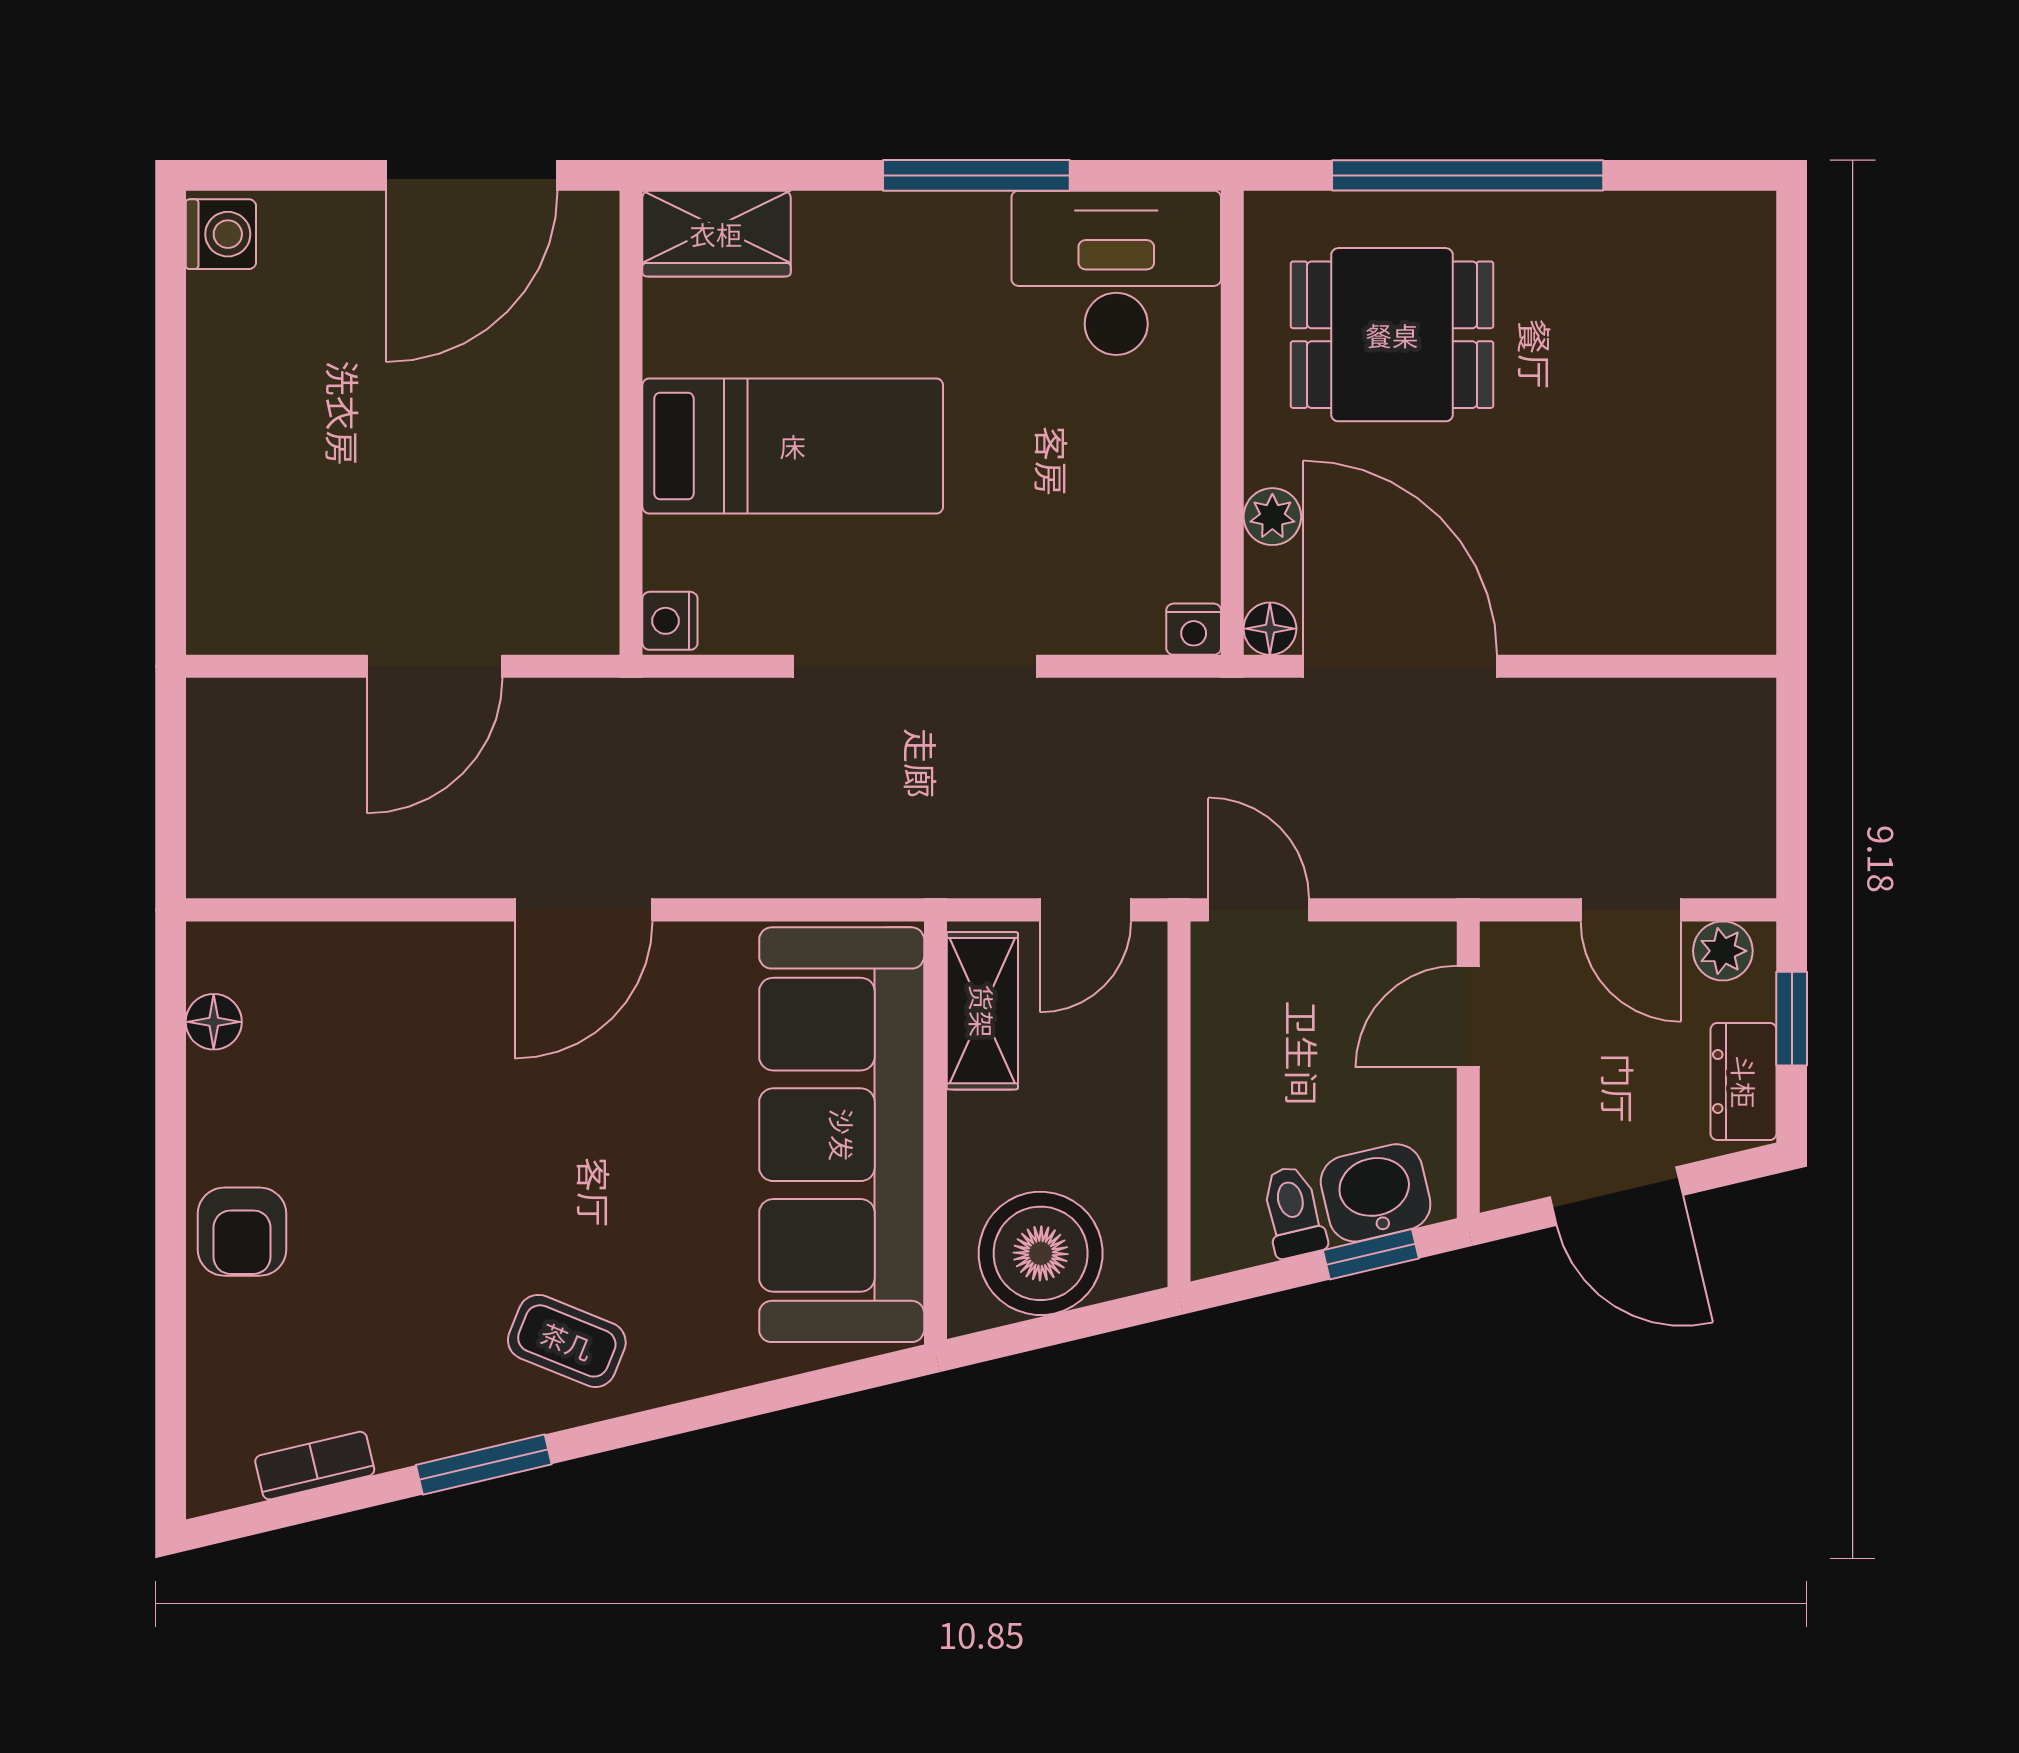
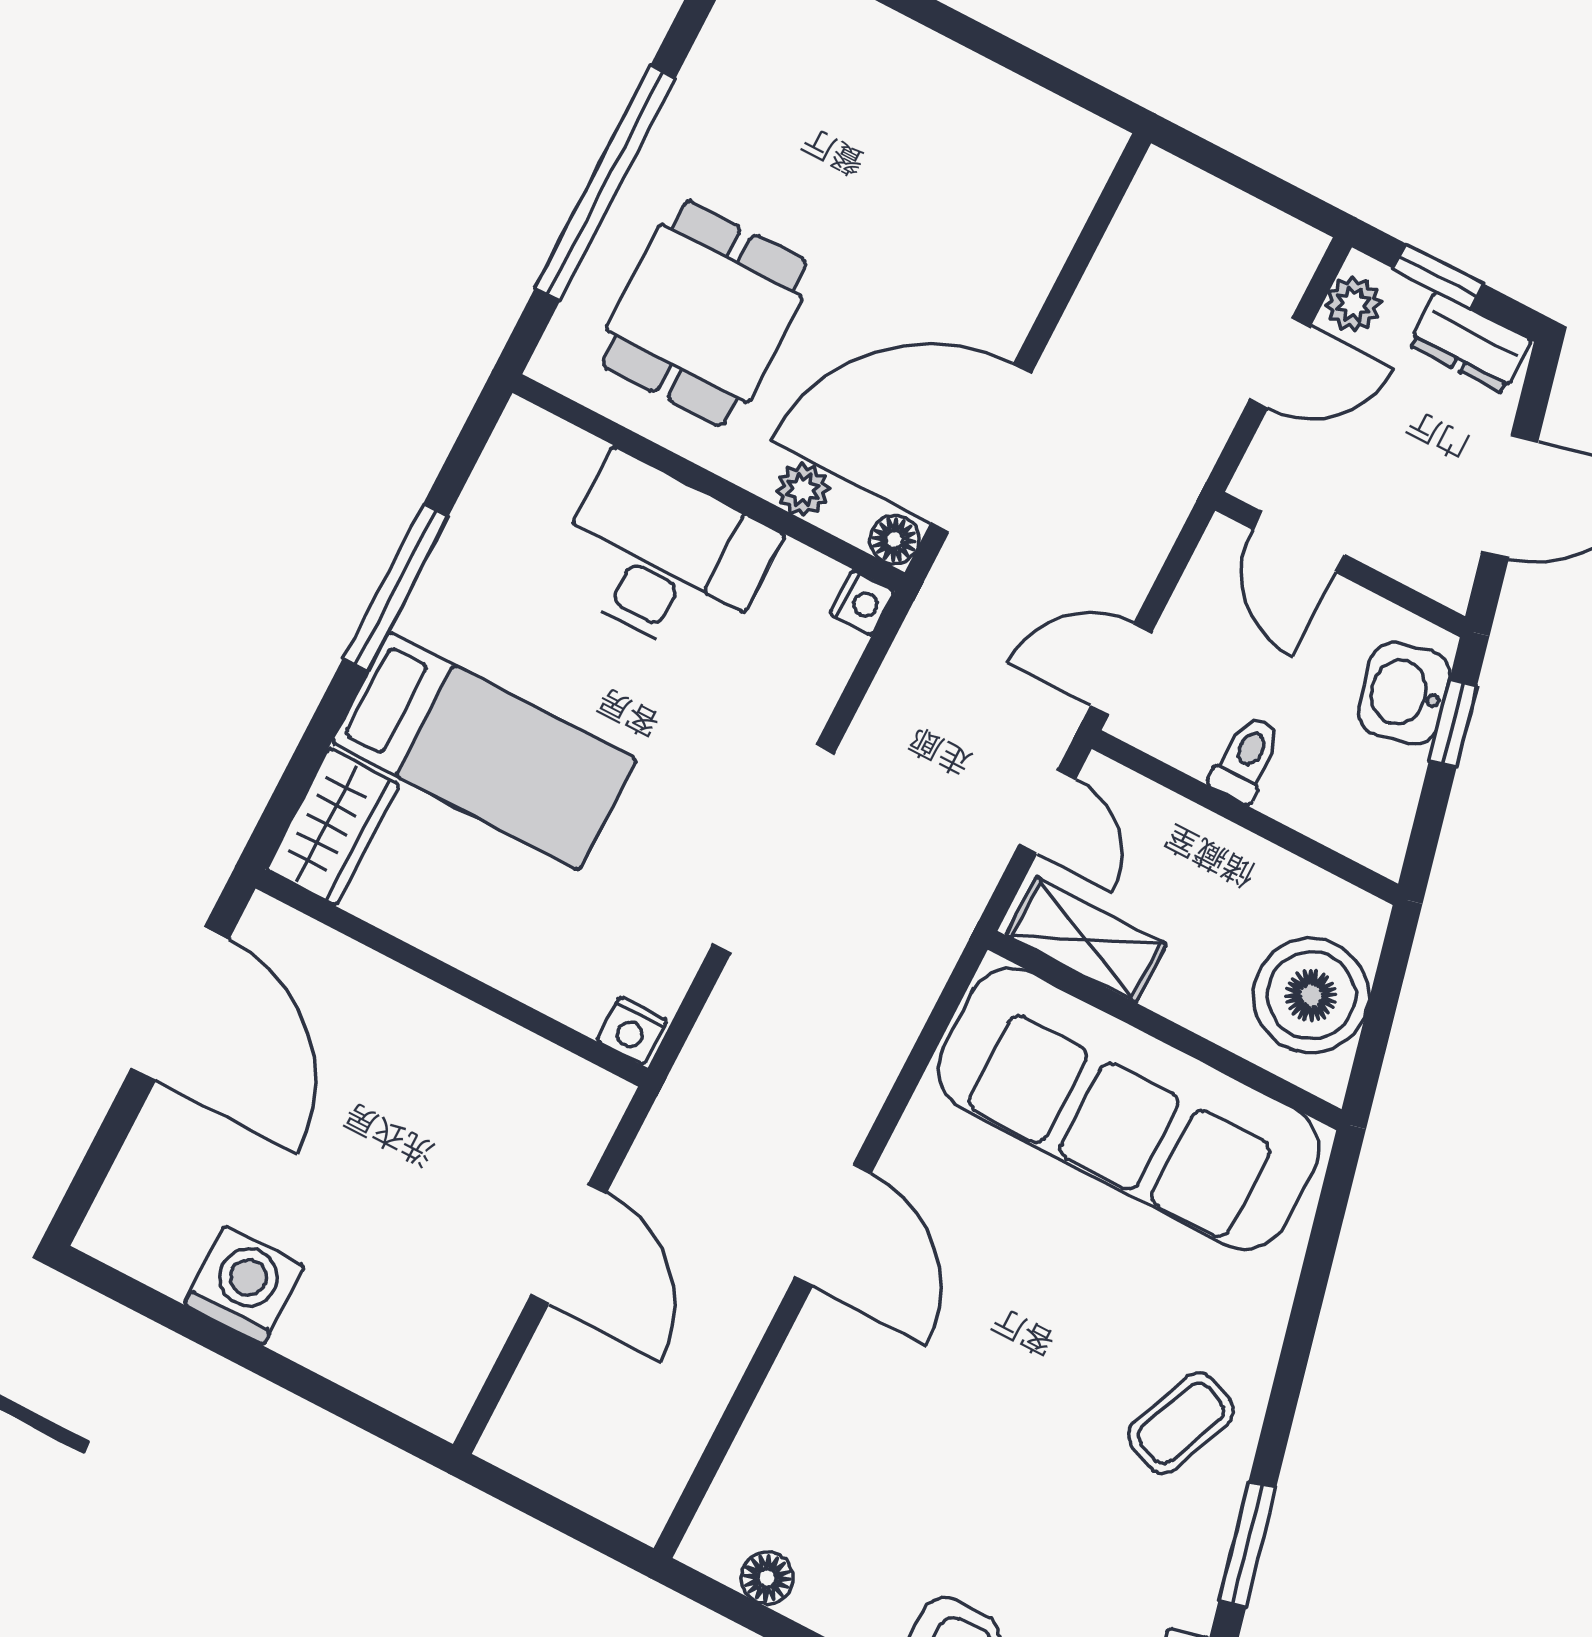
washing machine: (221, 234) -> (244, 1285), moved, width x1.38, depth x1.38
desk: (1116, 273) -> (664, 558), moved, turned 90
bed: (793, 446) -> (484, 751), moved, turned 90
toilet: (1293, 1212) -> (1246, 759), moved, turned 103

